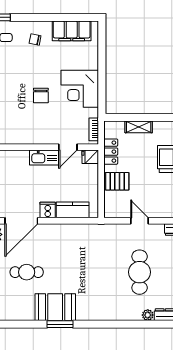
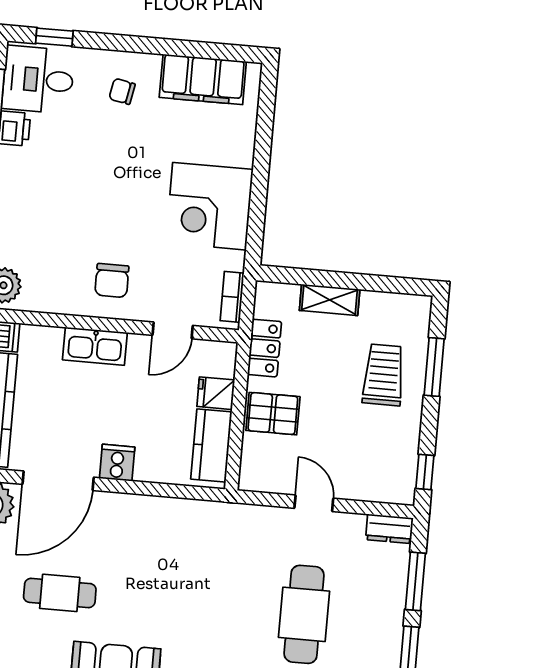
chair: (41, 95) -> (112, 280), moved
fridge: (90, 157) -> (216, 393), moved
kitchen sink: (44, 158) -> (95, 346), moved
kitchen counter: (73, 210) -> (211, 446), moved, turned -90

